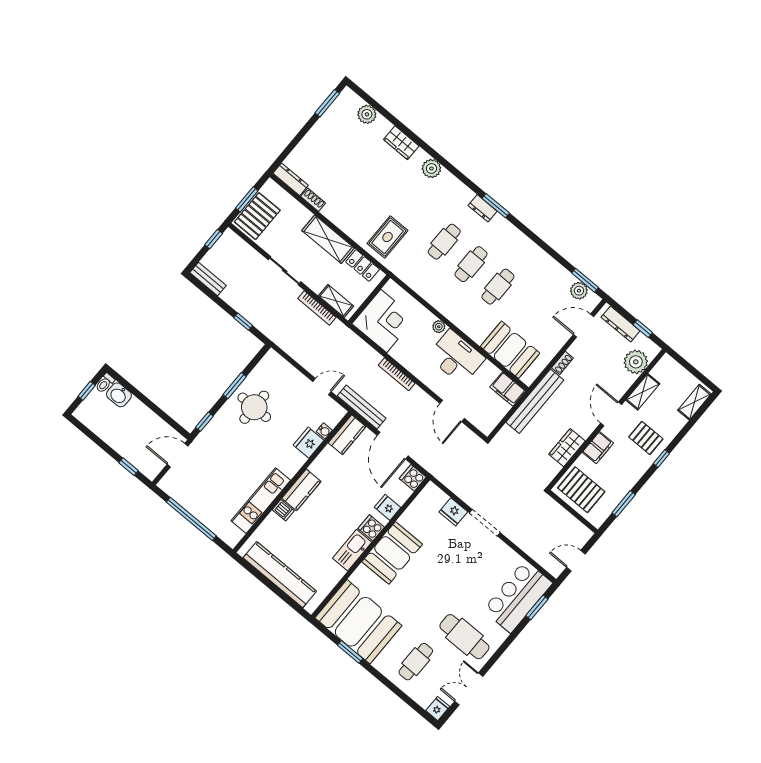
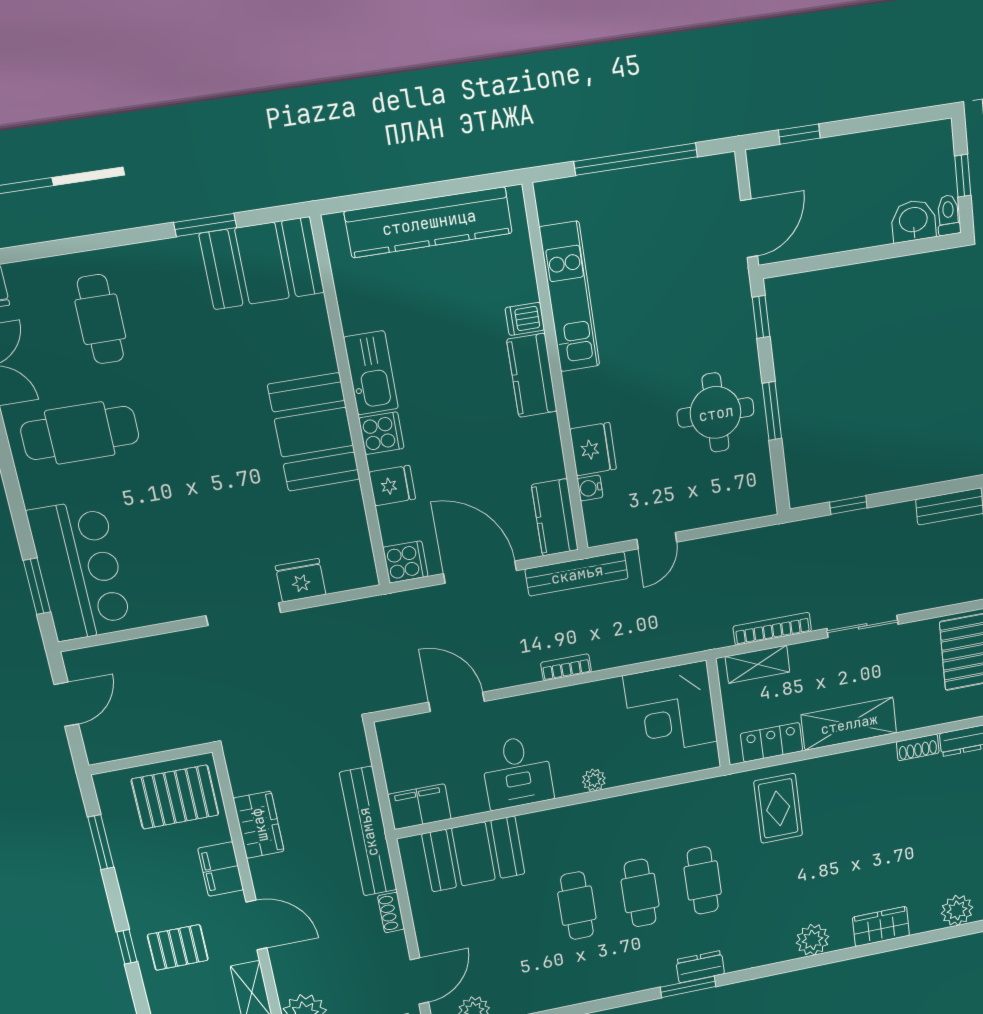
desk: (456, 357) -> (517, 772), width x0.73
bookcase: (397, 374) -> (566, 667), width x0.64
booth: (358, 622) -> (262, 263), width x0.73, depth x0.70

